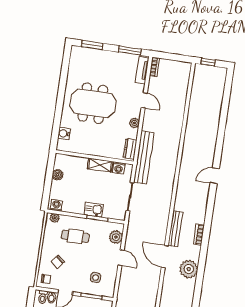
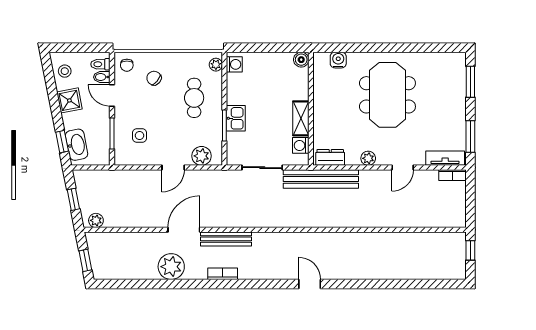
boiler: (58, 175) -> (301, 60), moved

